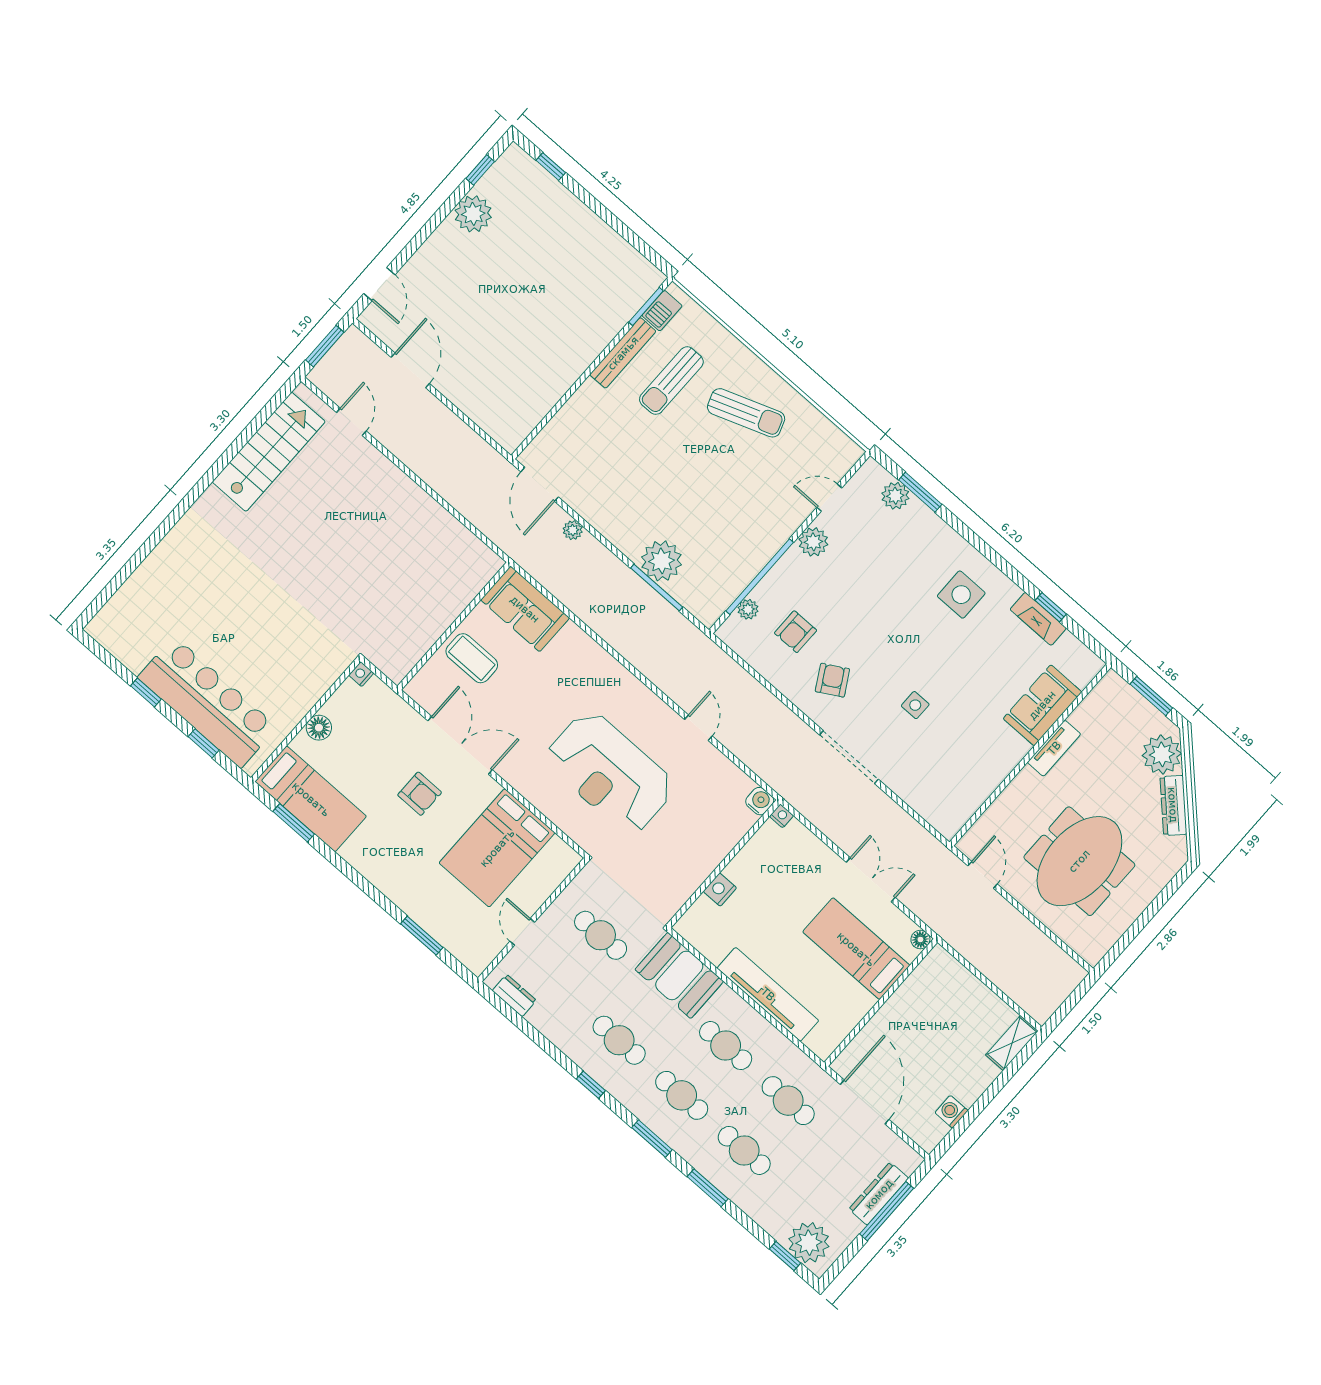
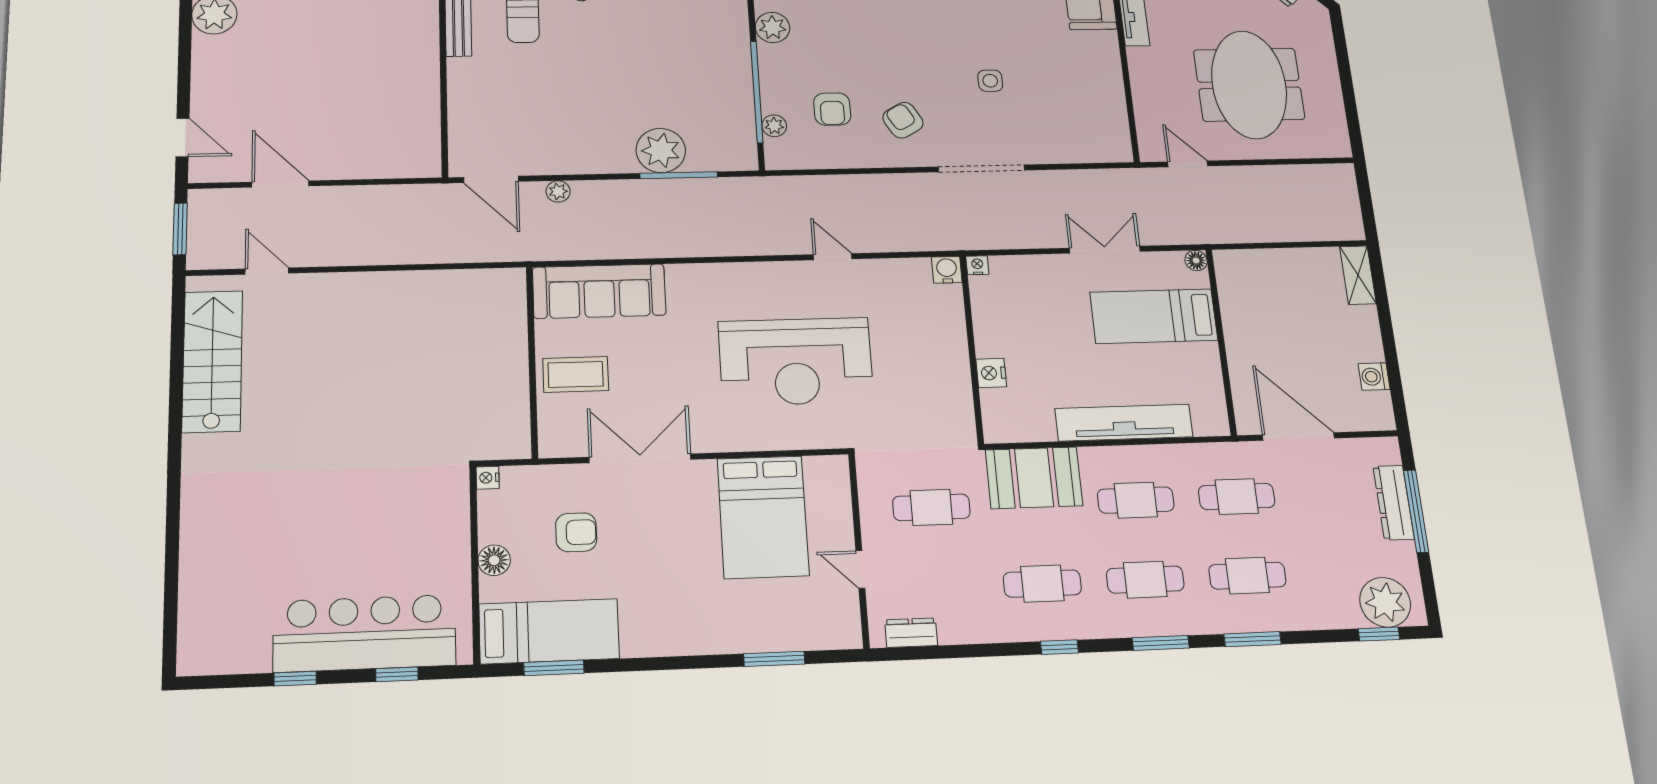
sofa: (525, 609) -> (599, 291), width x1.36
armchair: (420, 794) -> (576, 532), moved

